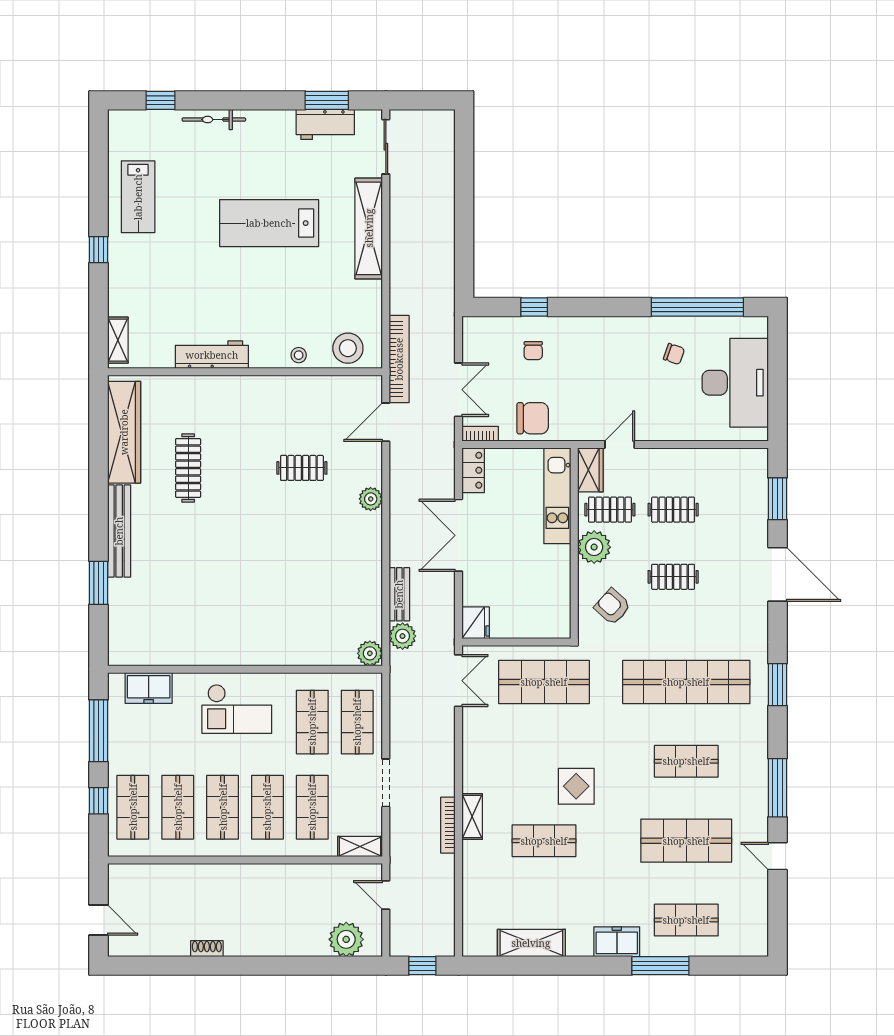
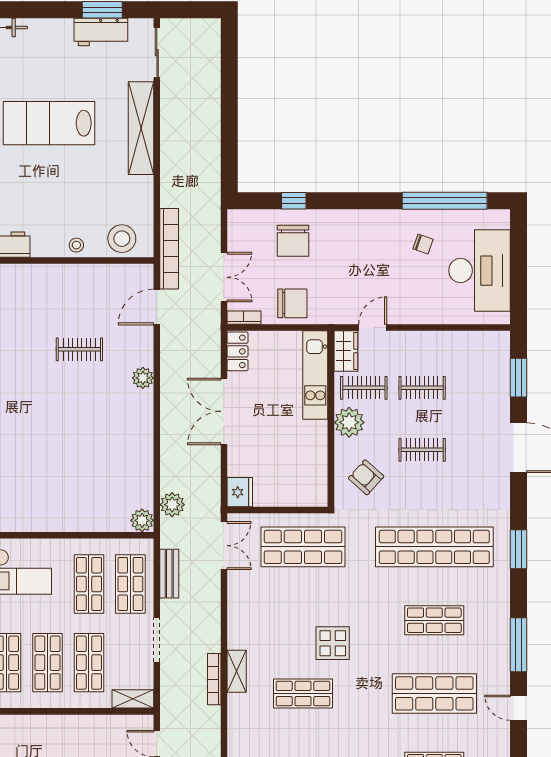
chair: (533, 351) -> (293, 241), width x1.87, depth x1.87
bench: (399, 594) -> (169, 574), moved

